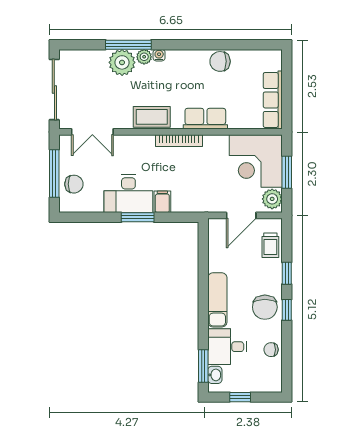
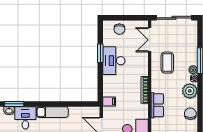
plant: (122, 62) -> (190, 91), moved
coffee table: (152, 117) -> (167, 63), moved
window: (54, 173) -> (126, 18), removed
filing cabinet: (162, 202) -> (109, 102), moved
window: (138, 217) -> (100, 53), moved

